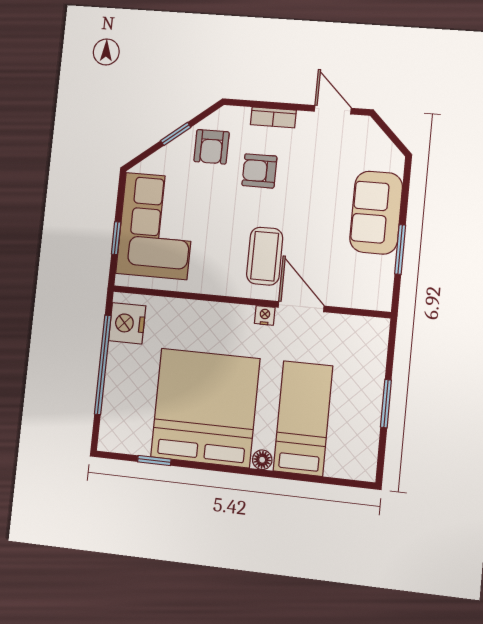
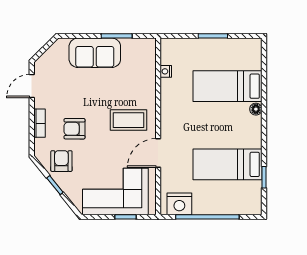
armchair: (212, 147) -> (61, 161), turned -90
armchair: (259, 171) -> (74, 129), turned 90
door: (301, 307) -> (158, 153), moved
nightstand: (265, 315) -> (166, 71), moved
bed: (205, 408) -> (228, 164), width x0.49

